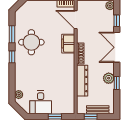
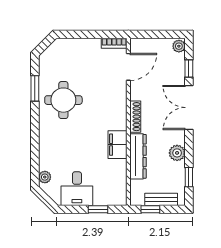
door: (76, 20) -> (128, 67), swing flipped
filing cabinet: (68, 44) -> (118, 145), moved
window: (12, 57) -> (35, 122), removed
window: (117, 83) -> (189, 177), moved

